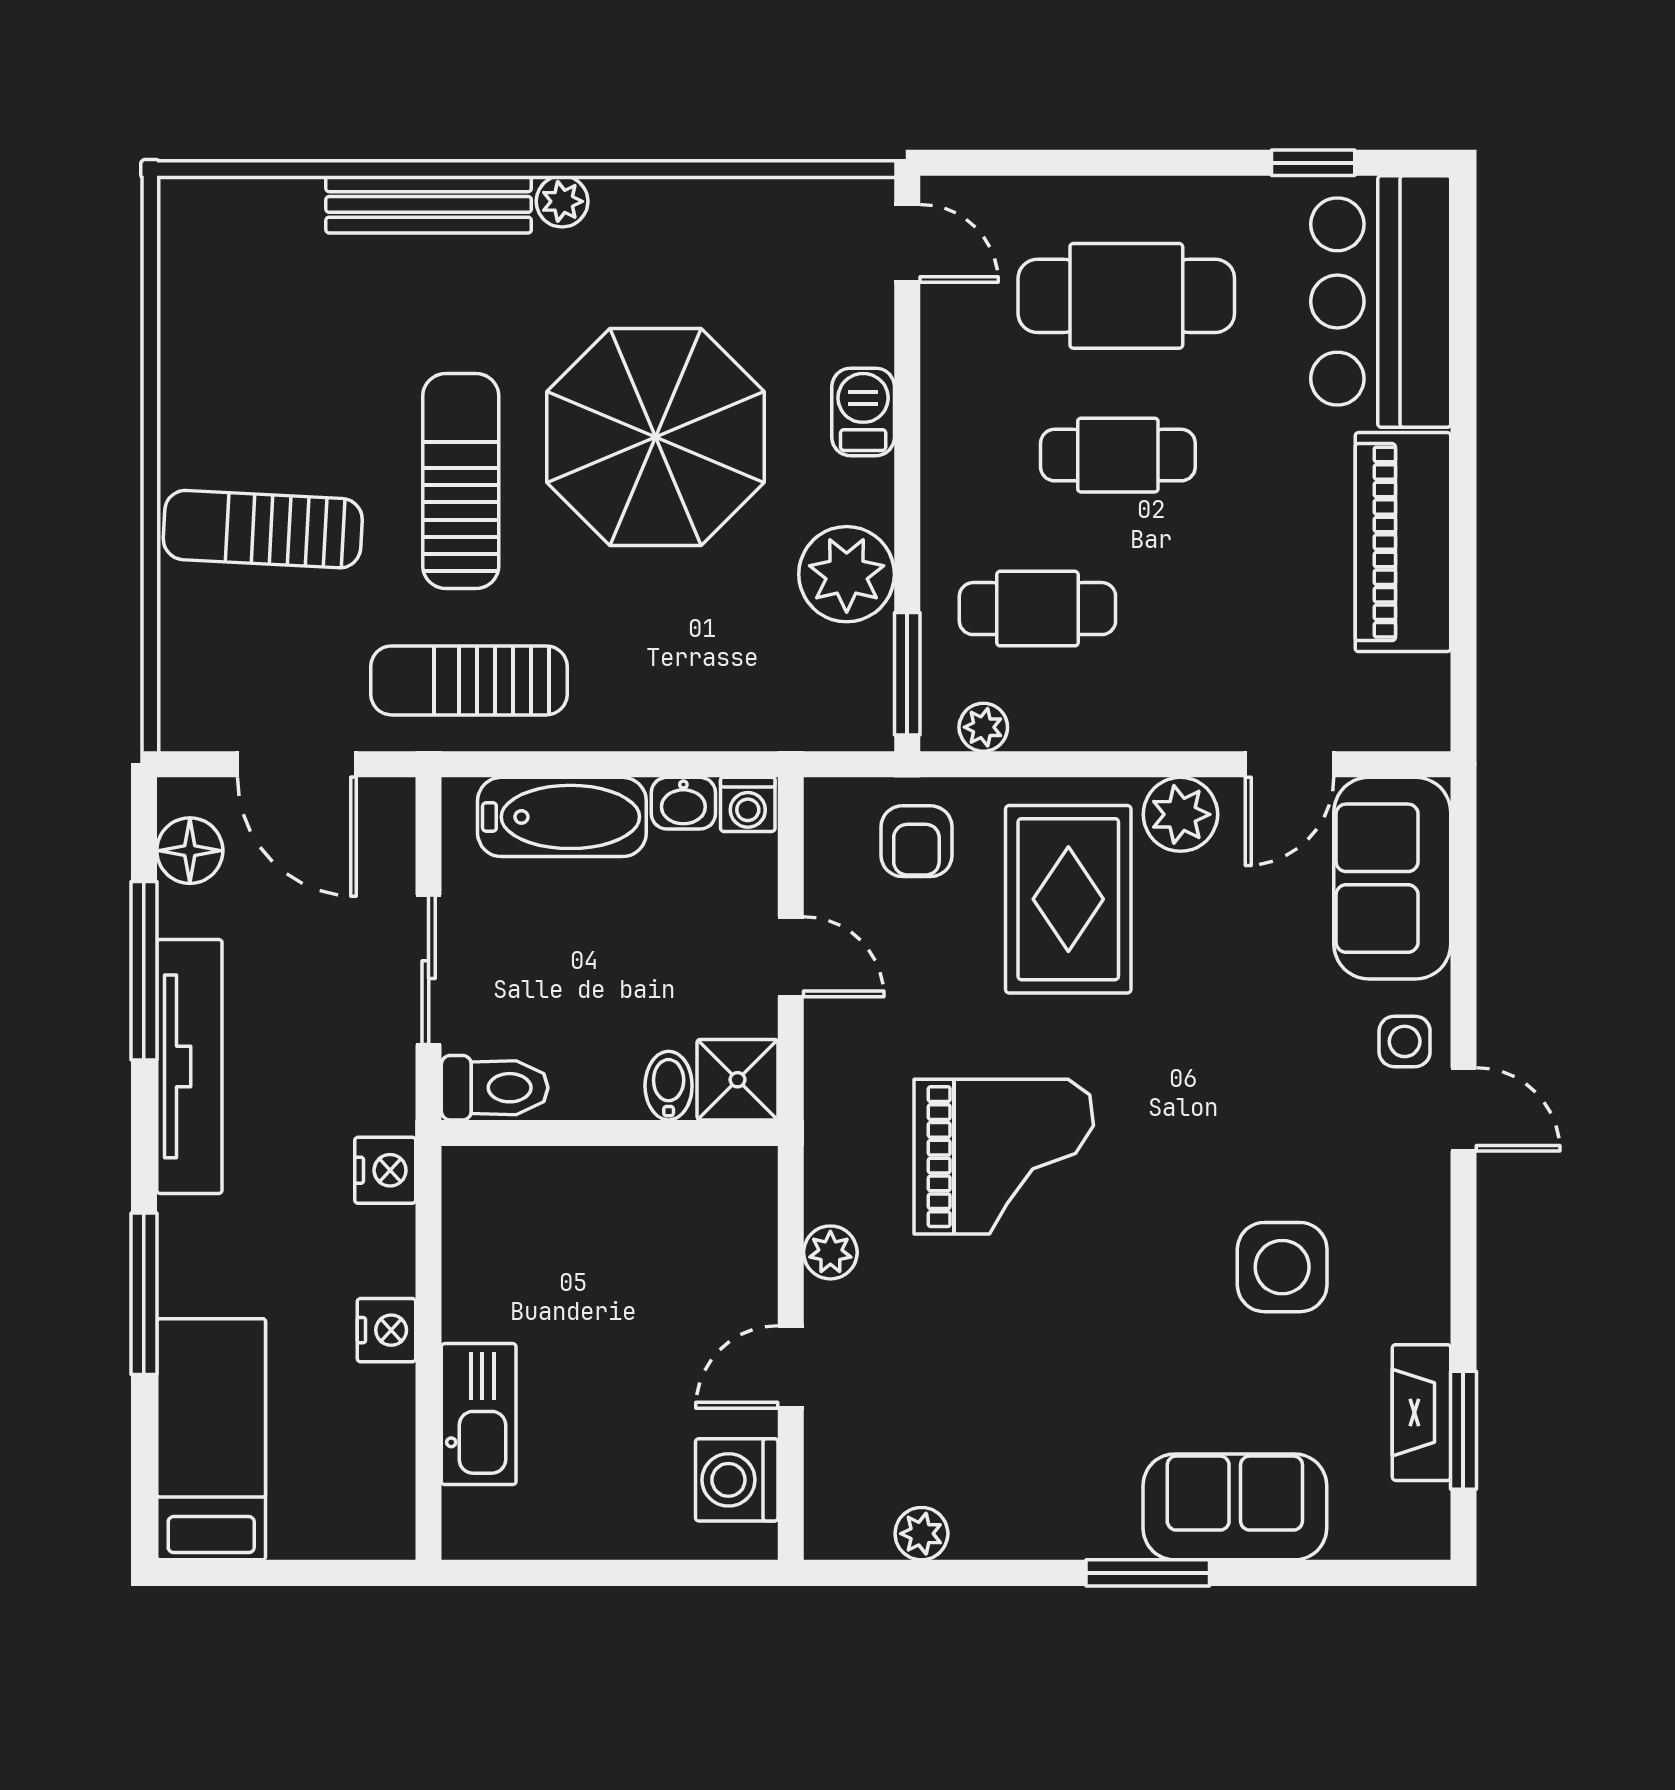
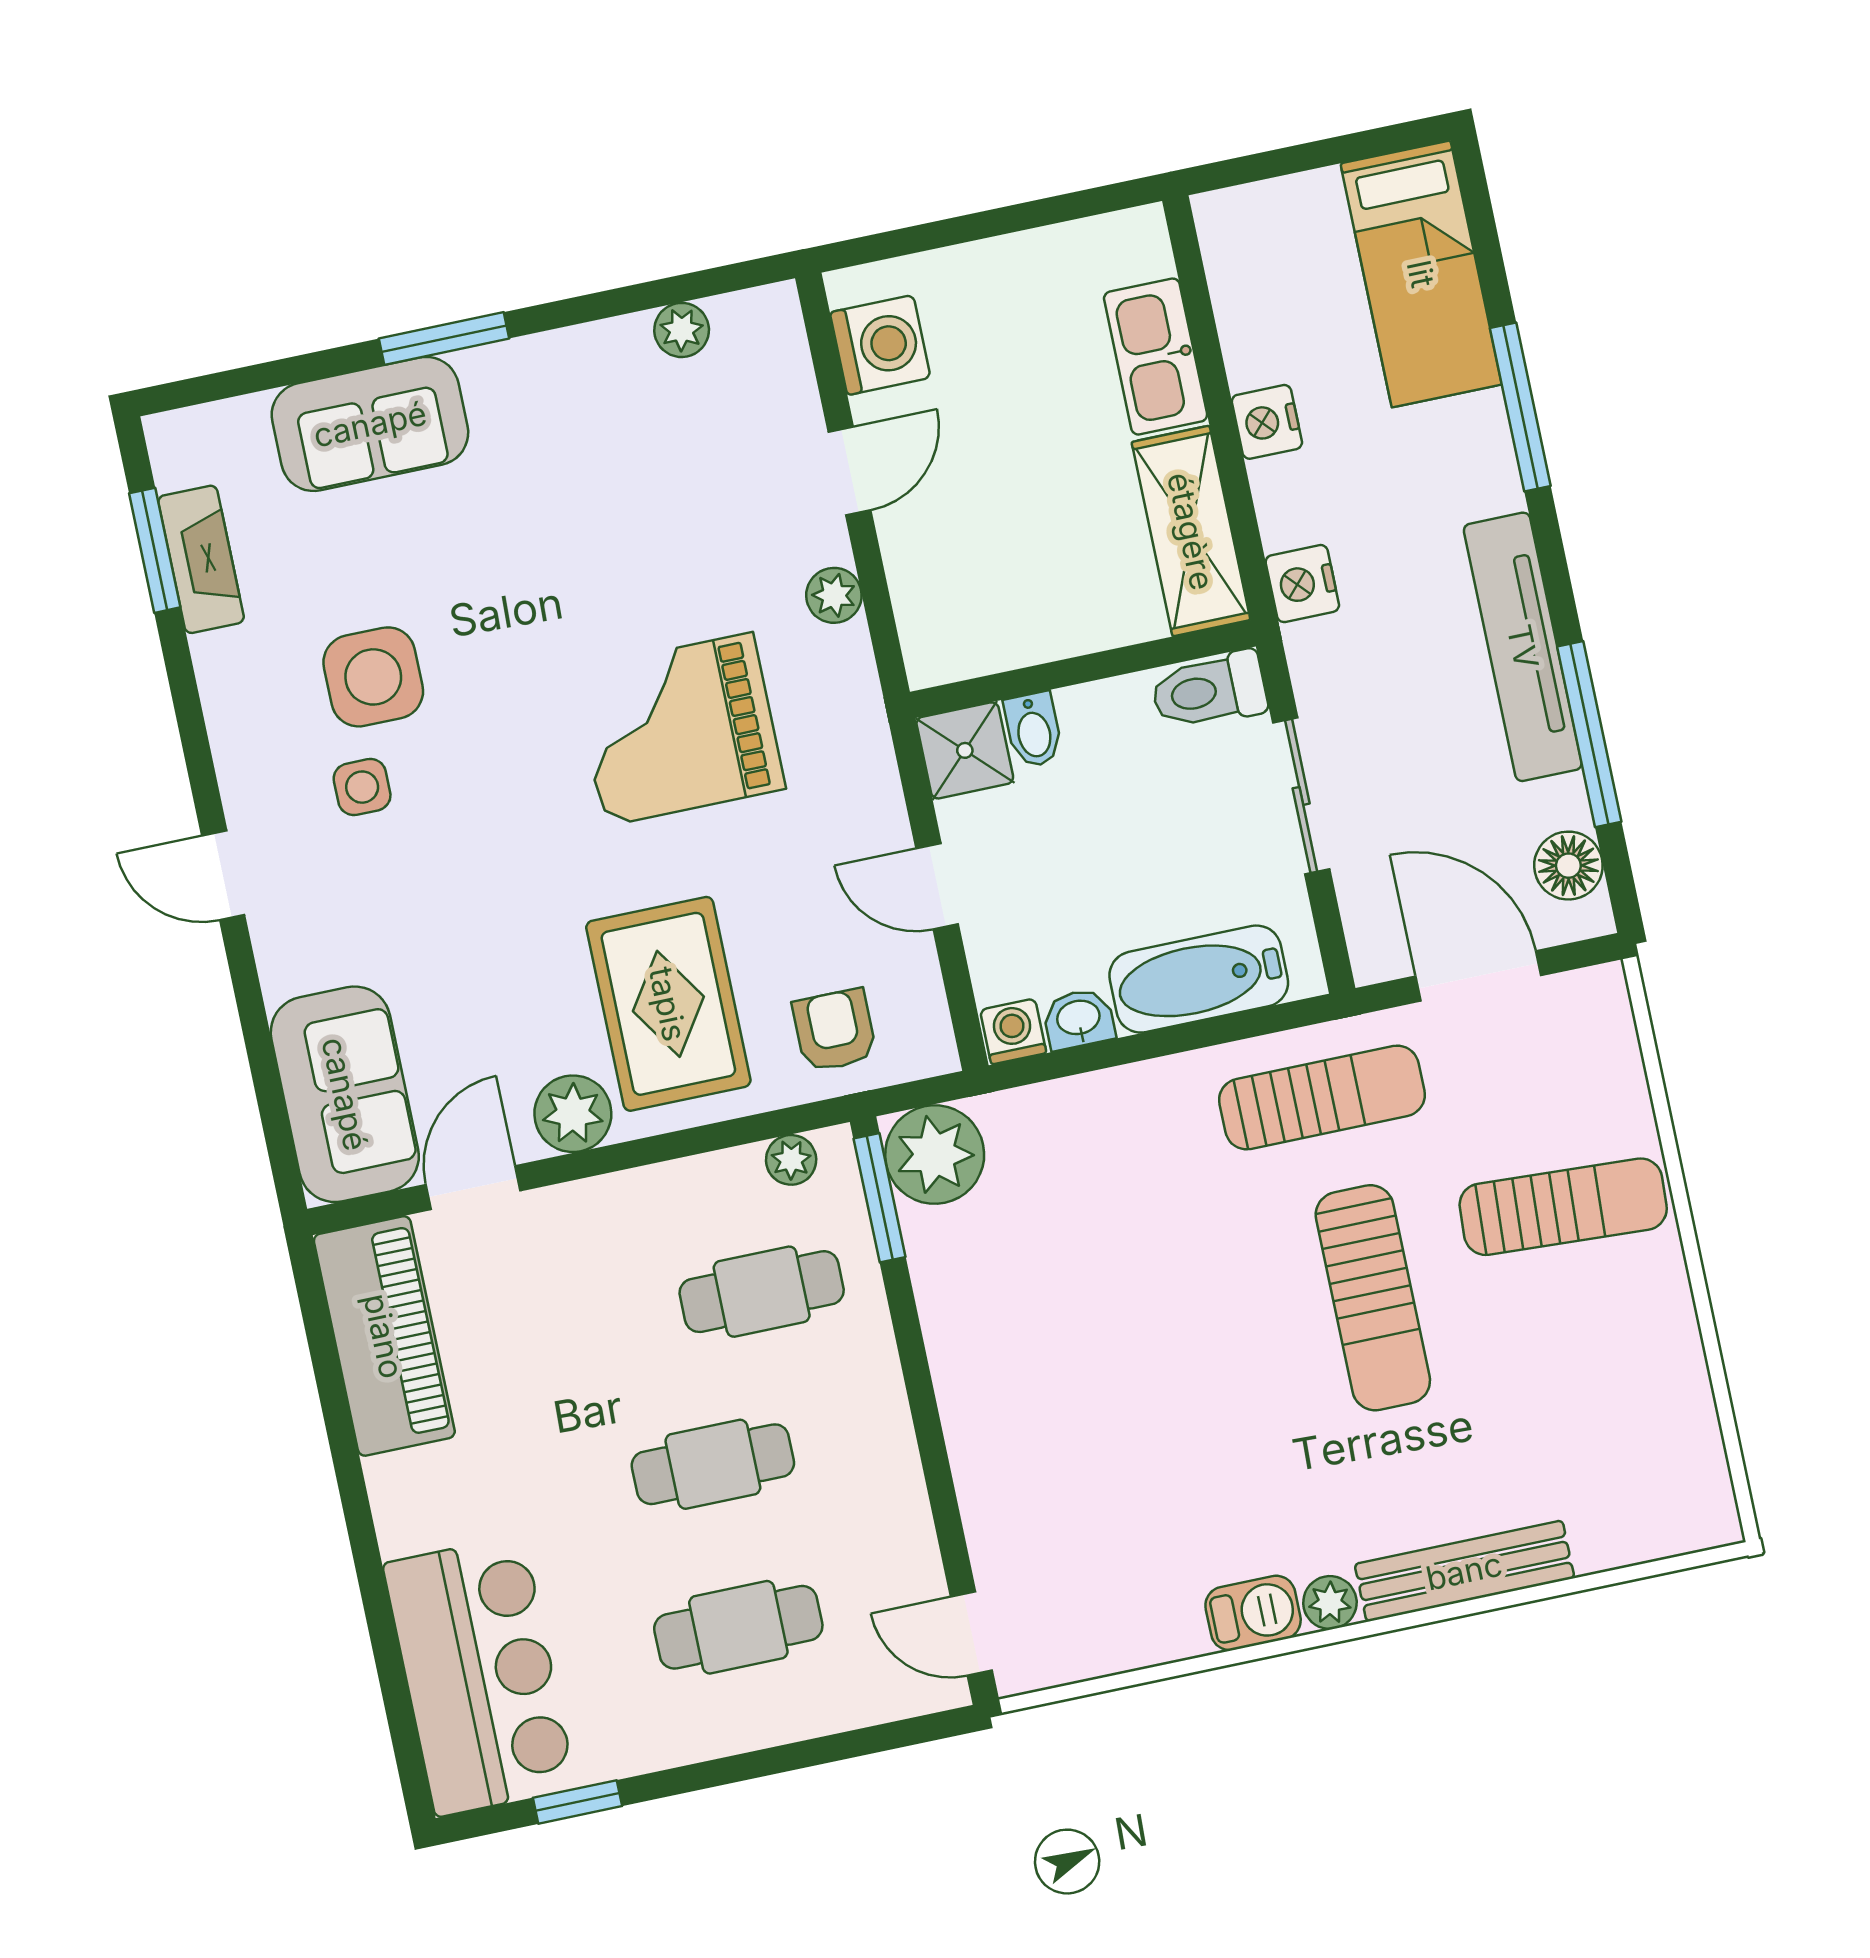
cafe table: (1126, 296) -> (738, 1627), width x0.73, depth x0.74
barbecue: (863, 412) -> (1253, 1613), moved, turned -90
parasol: (655, 437) -> (1185, 1384), removed
piano: (1403, 542) -> (384, 1336), moved
plant: (847, 574) -> (935, 1155), moved
side table: (1405, 1041) -> (362, 787), moved
shelving: (480, 1242) -> (1191, 531), added

